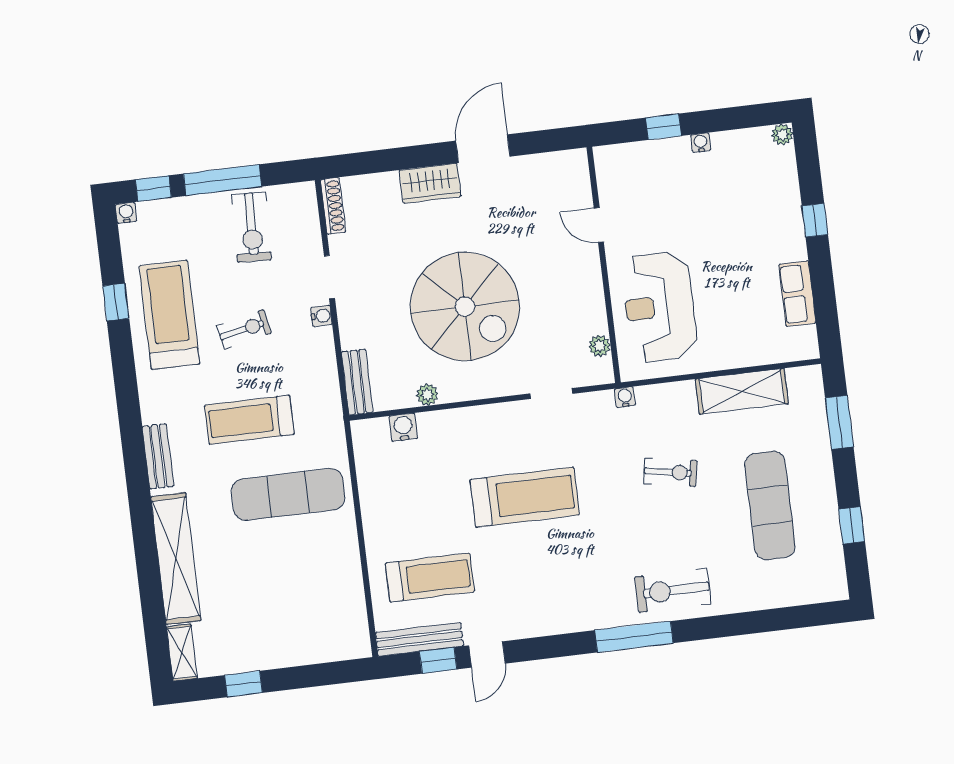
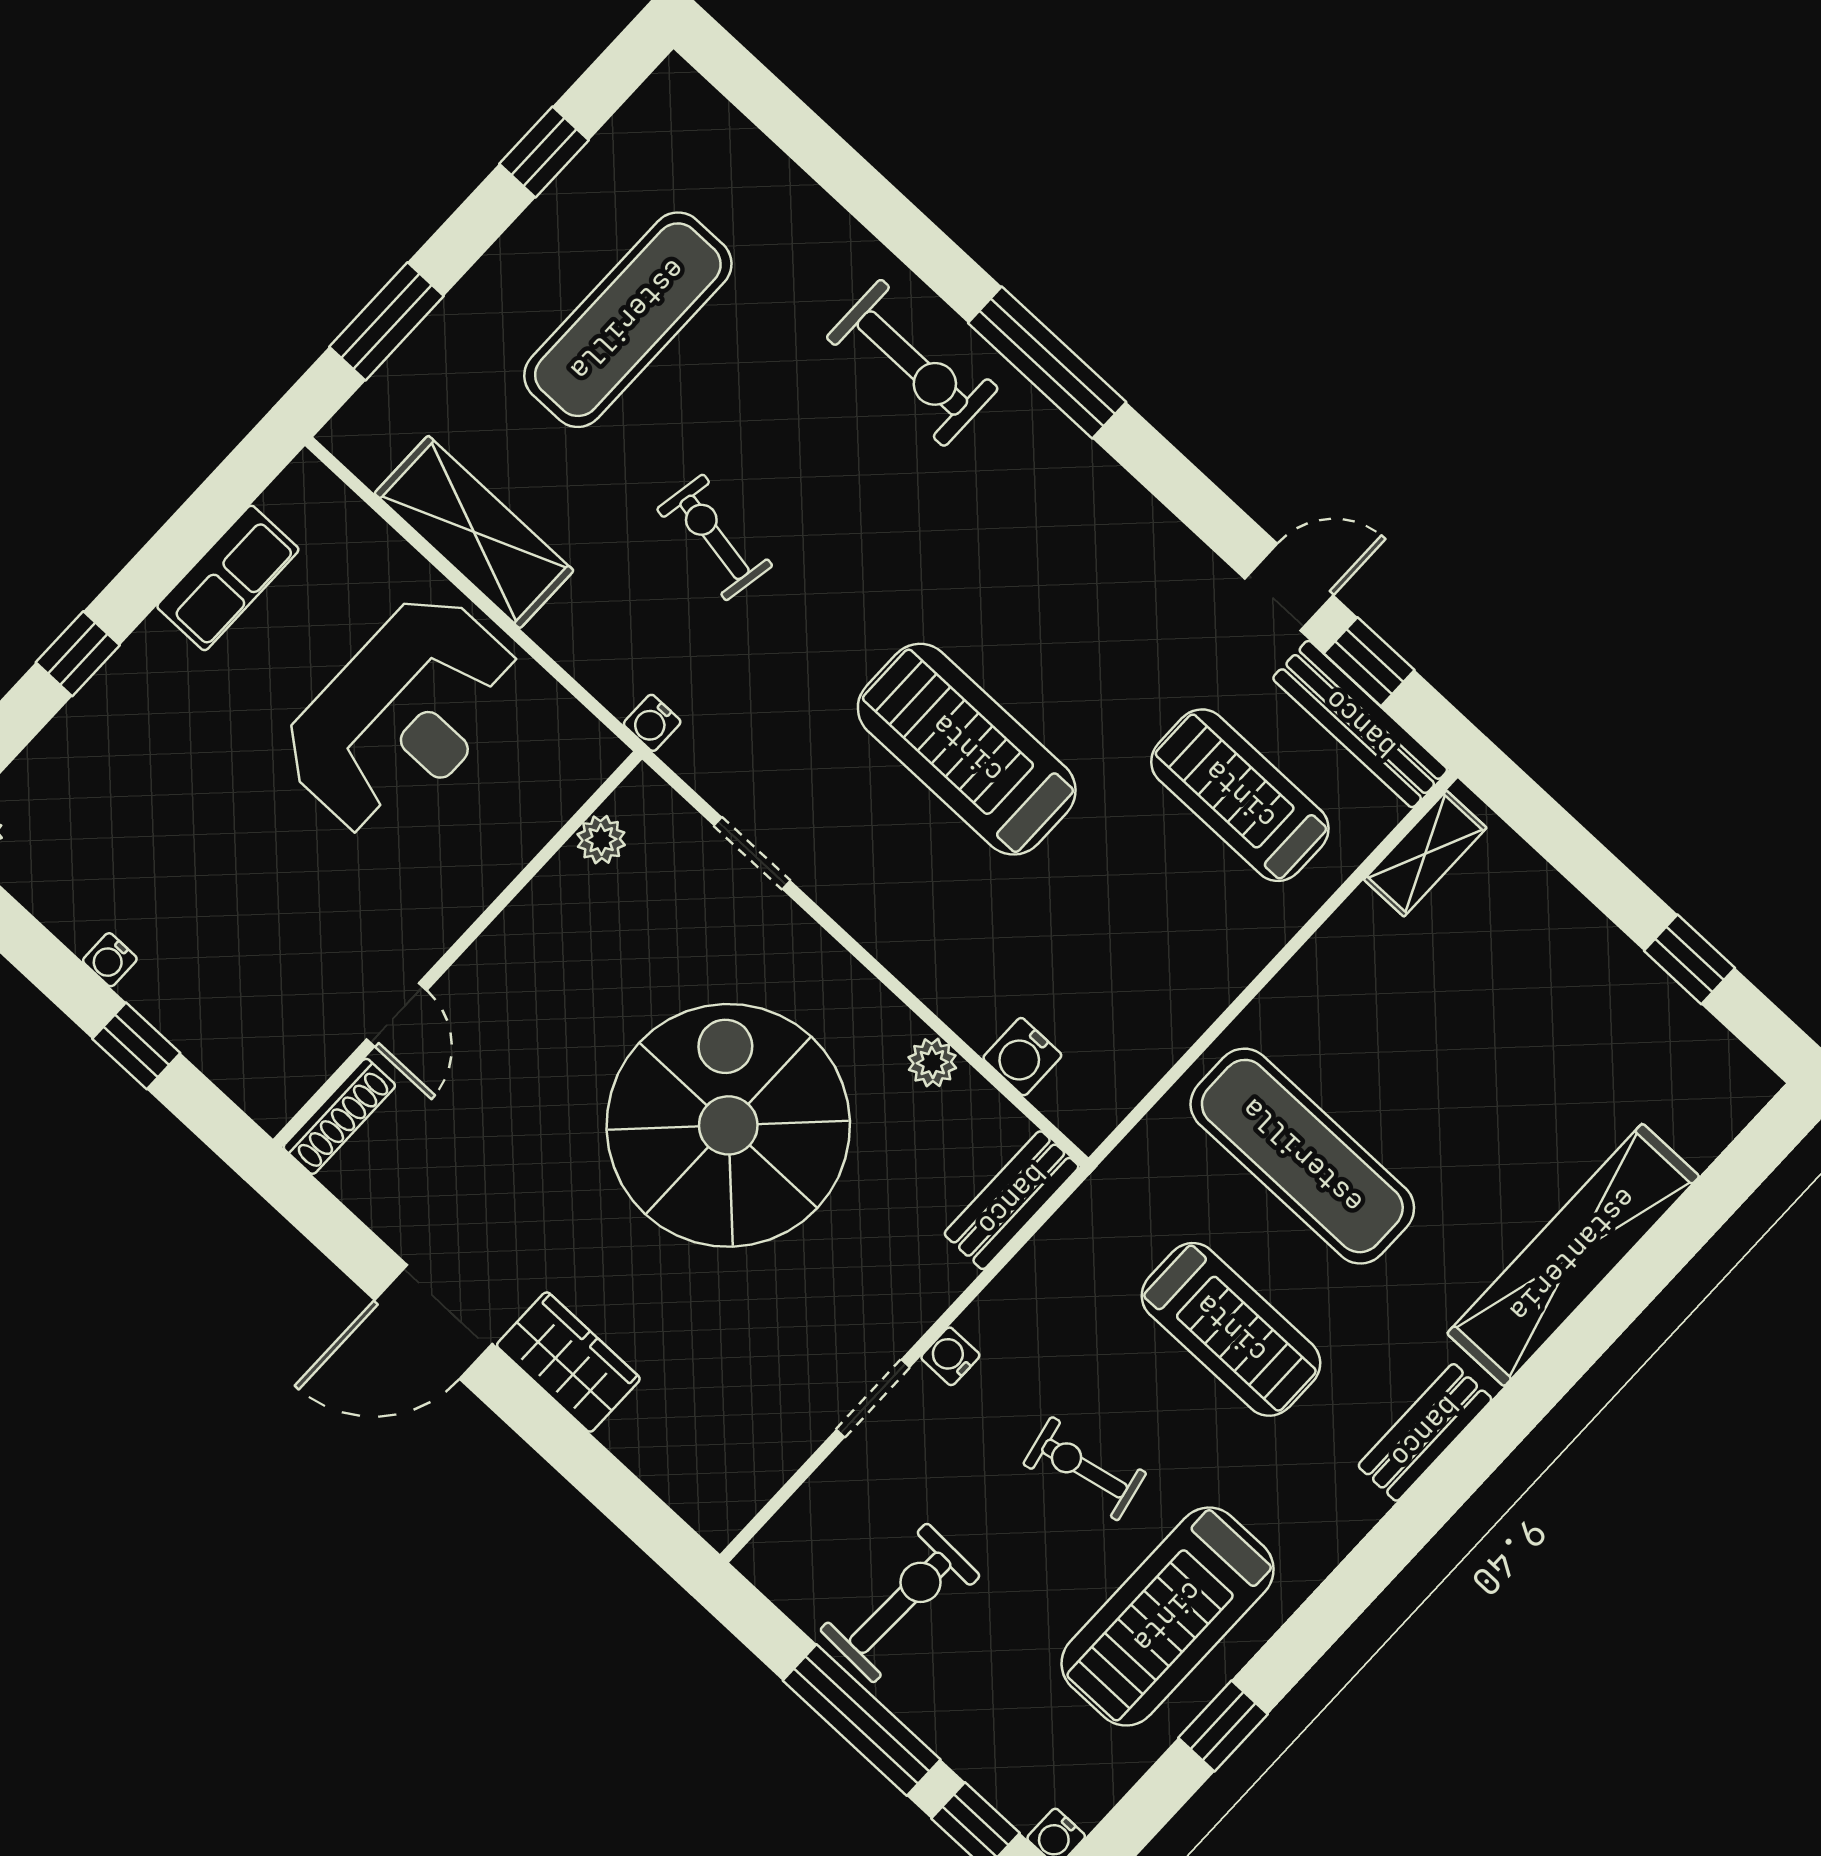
shoe rack: (333, 206) -> (339, 1116), moved, turned 180
reception desk: (659, 307) -> (403, 715), moved
shelving: (182, 653) -> (1425, 854), moved

